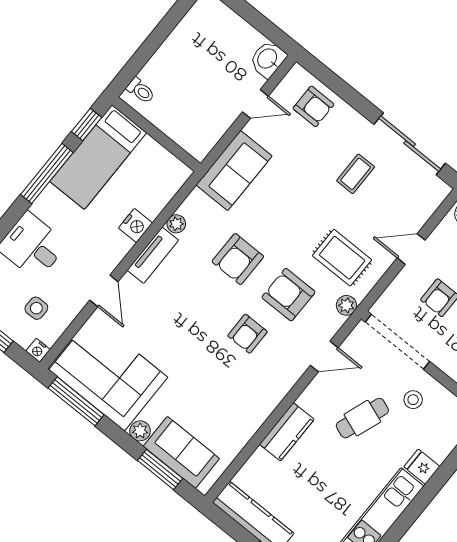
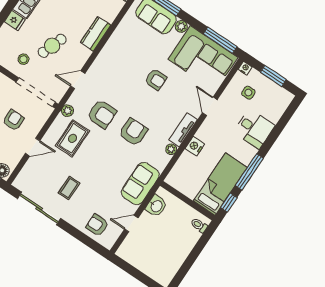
washbasin: (268, 59) -> (156, 206), moved
rug: (342, 258) -> (73, 138), turned 90
armchair: (248, 334) -> (156, 80), moved, turned 90

